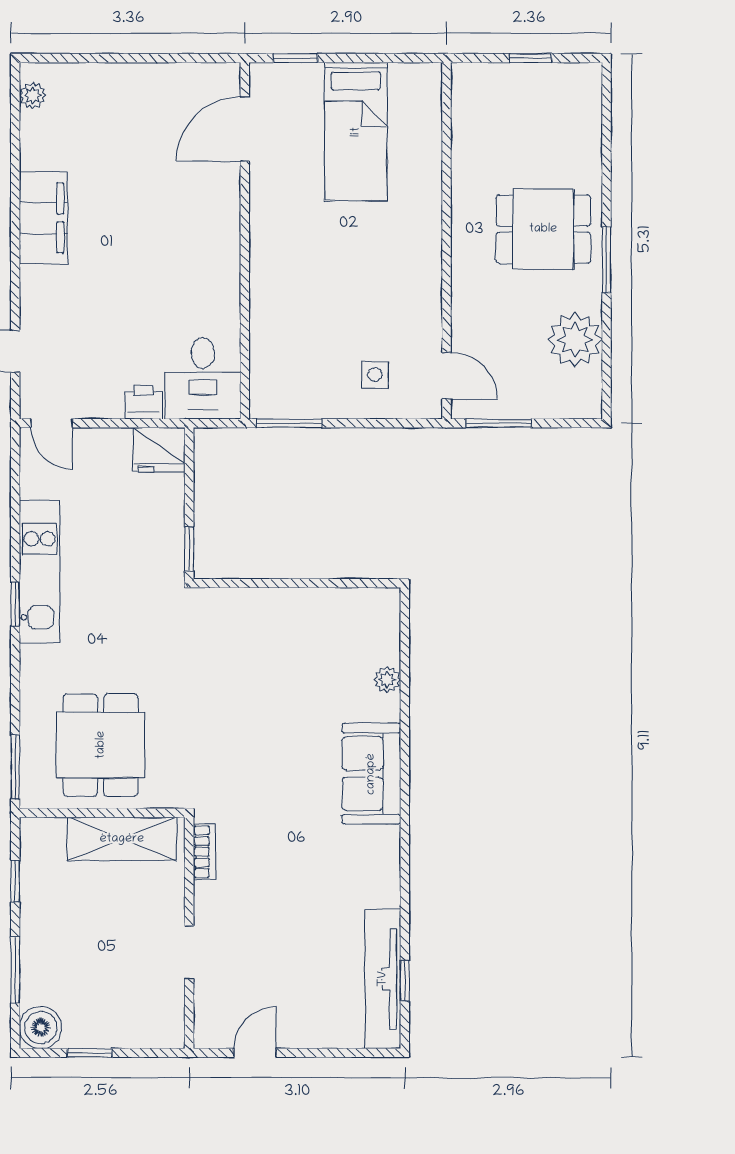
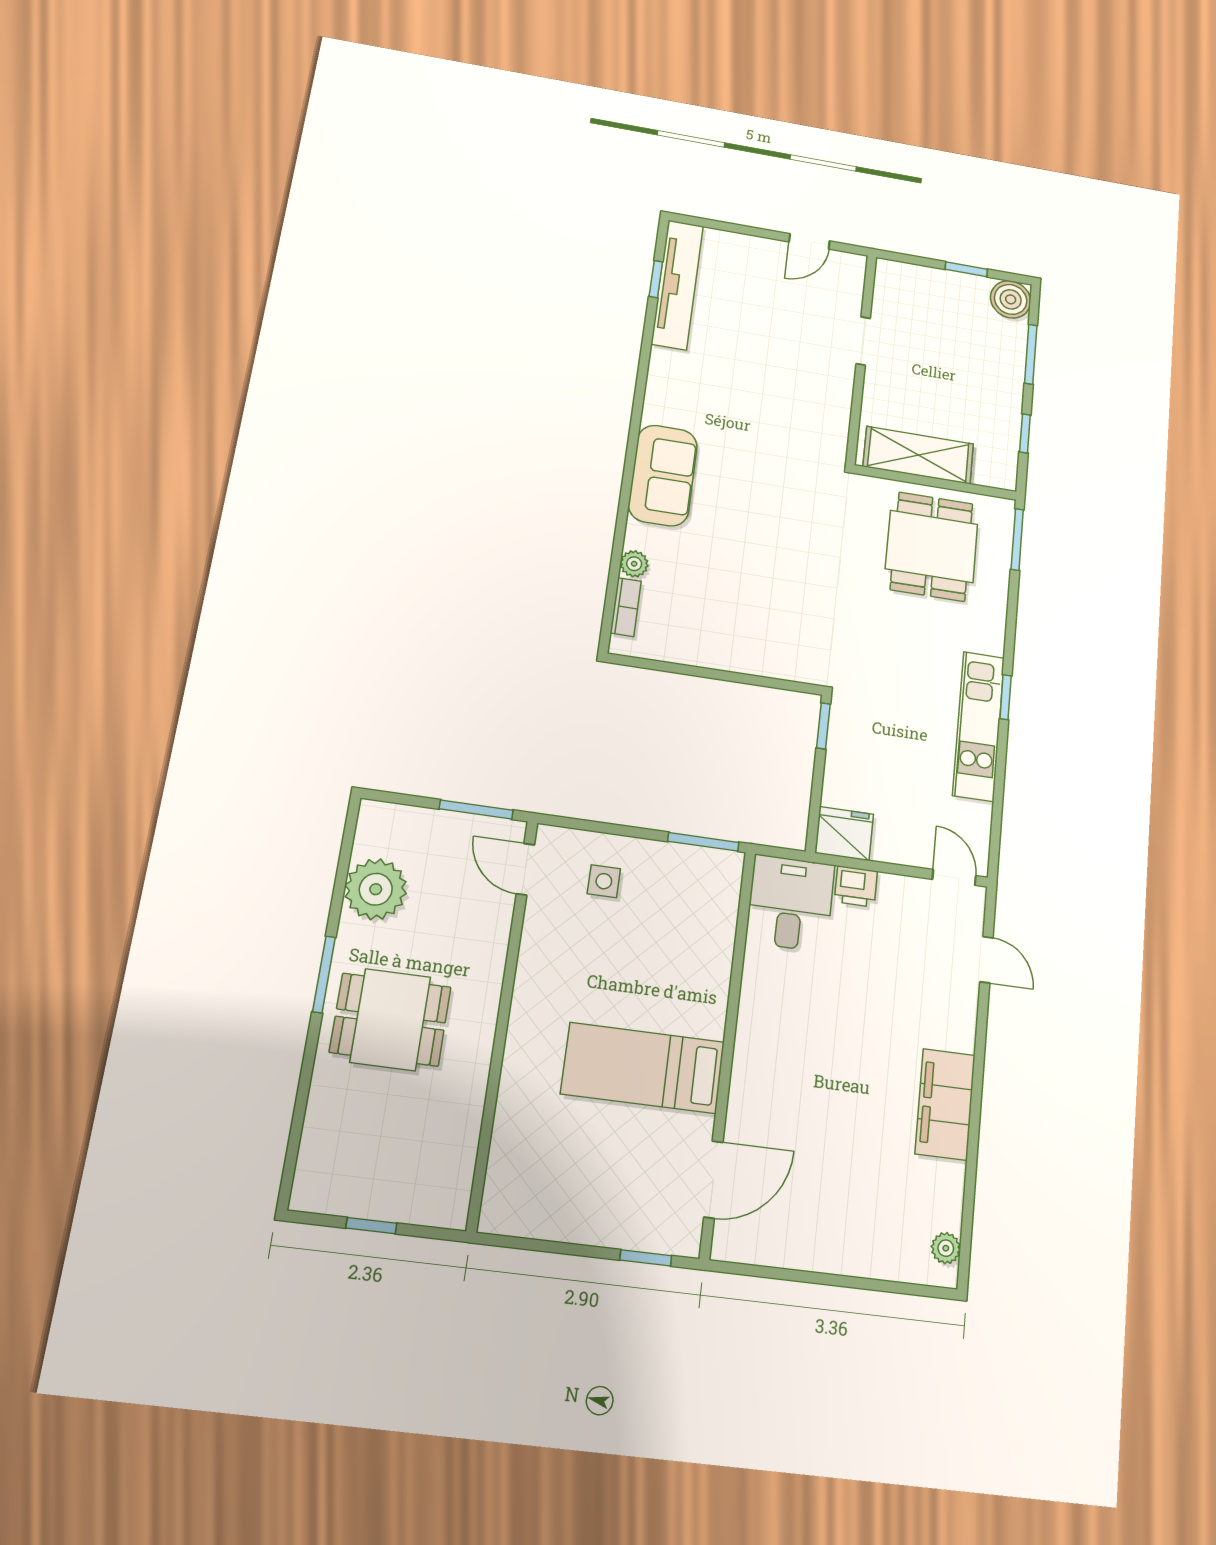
bed: (356, 132) -> (643, 1068), moved, turned -90
bookcase: (204, 852) -> (626, 607), moved, turned 180

